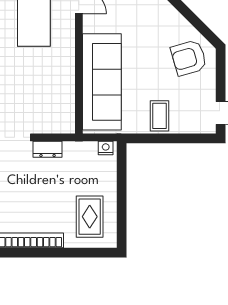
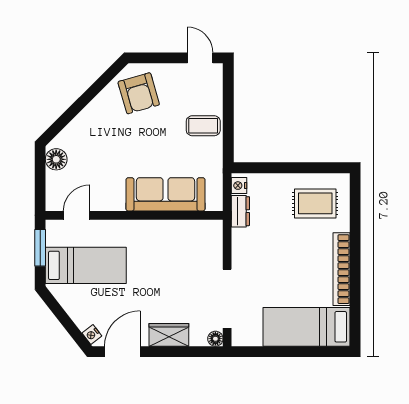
sofa: (102, 82) -> (165, 194), width x0.74, depth x0.79
dresser: (48, 149) -> (240, 211), moved

